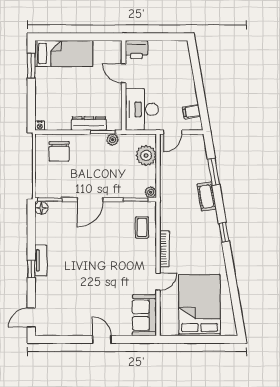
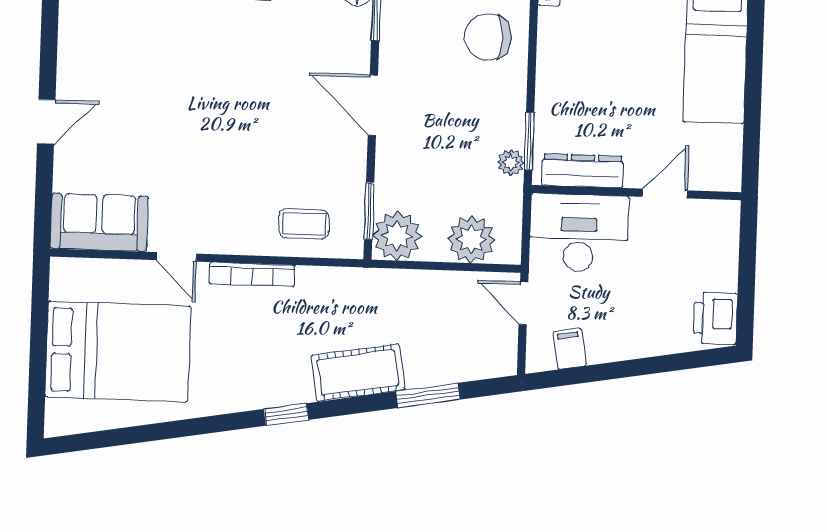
printer: (136, 50) -> (715, 318), moved
dresser: (89, 124) -> (583, 171), moved, turned -90
plant: (151, 192) -> (397, 236), width x1.88, depth x1.88
cot: (207, 197) -> (358, 373), width x1.37, depth x1.34

